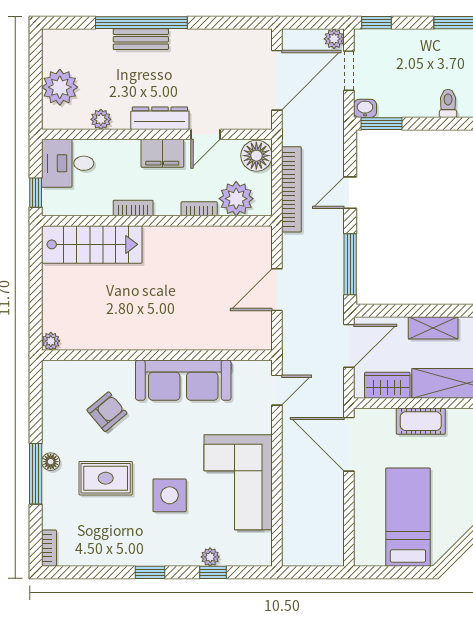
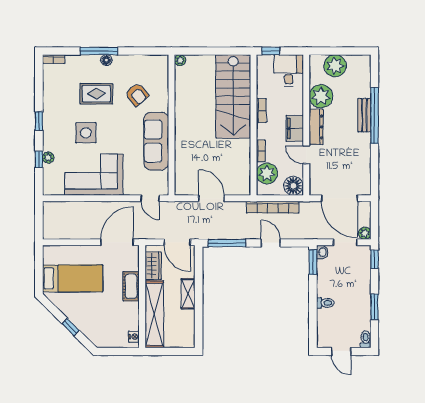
plant: (101, 119) -> (321, 96), width x1.87, depth x1.87
stairs: (92, 244) -> (233, 96), width x1.36, depth x1.51
rug: (106, 478) -> (96, 94), turned 90

